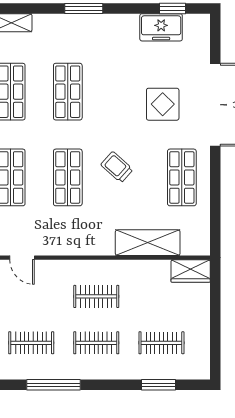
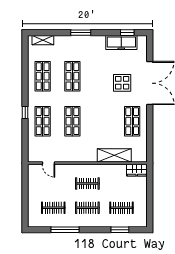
freezer: (161, 27) -> (121, 43), width x1.40
trolley: (117, 167) -> (98, 116), removed

